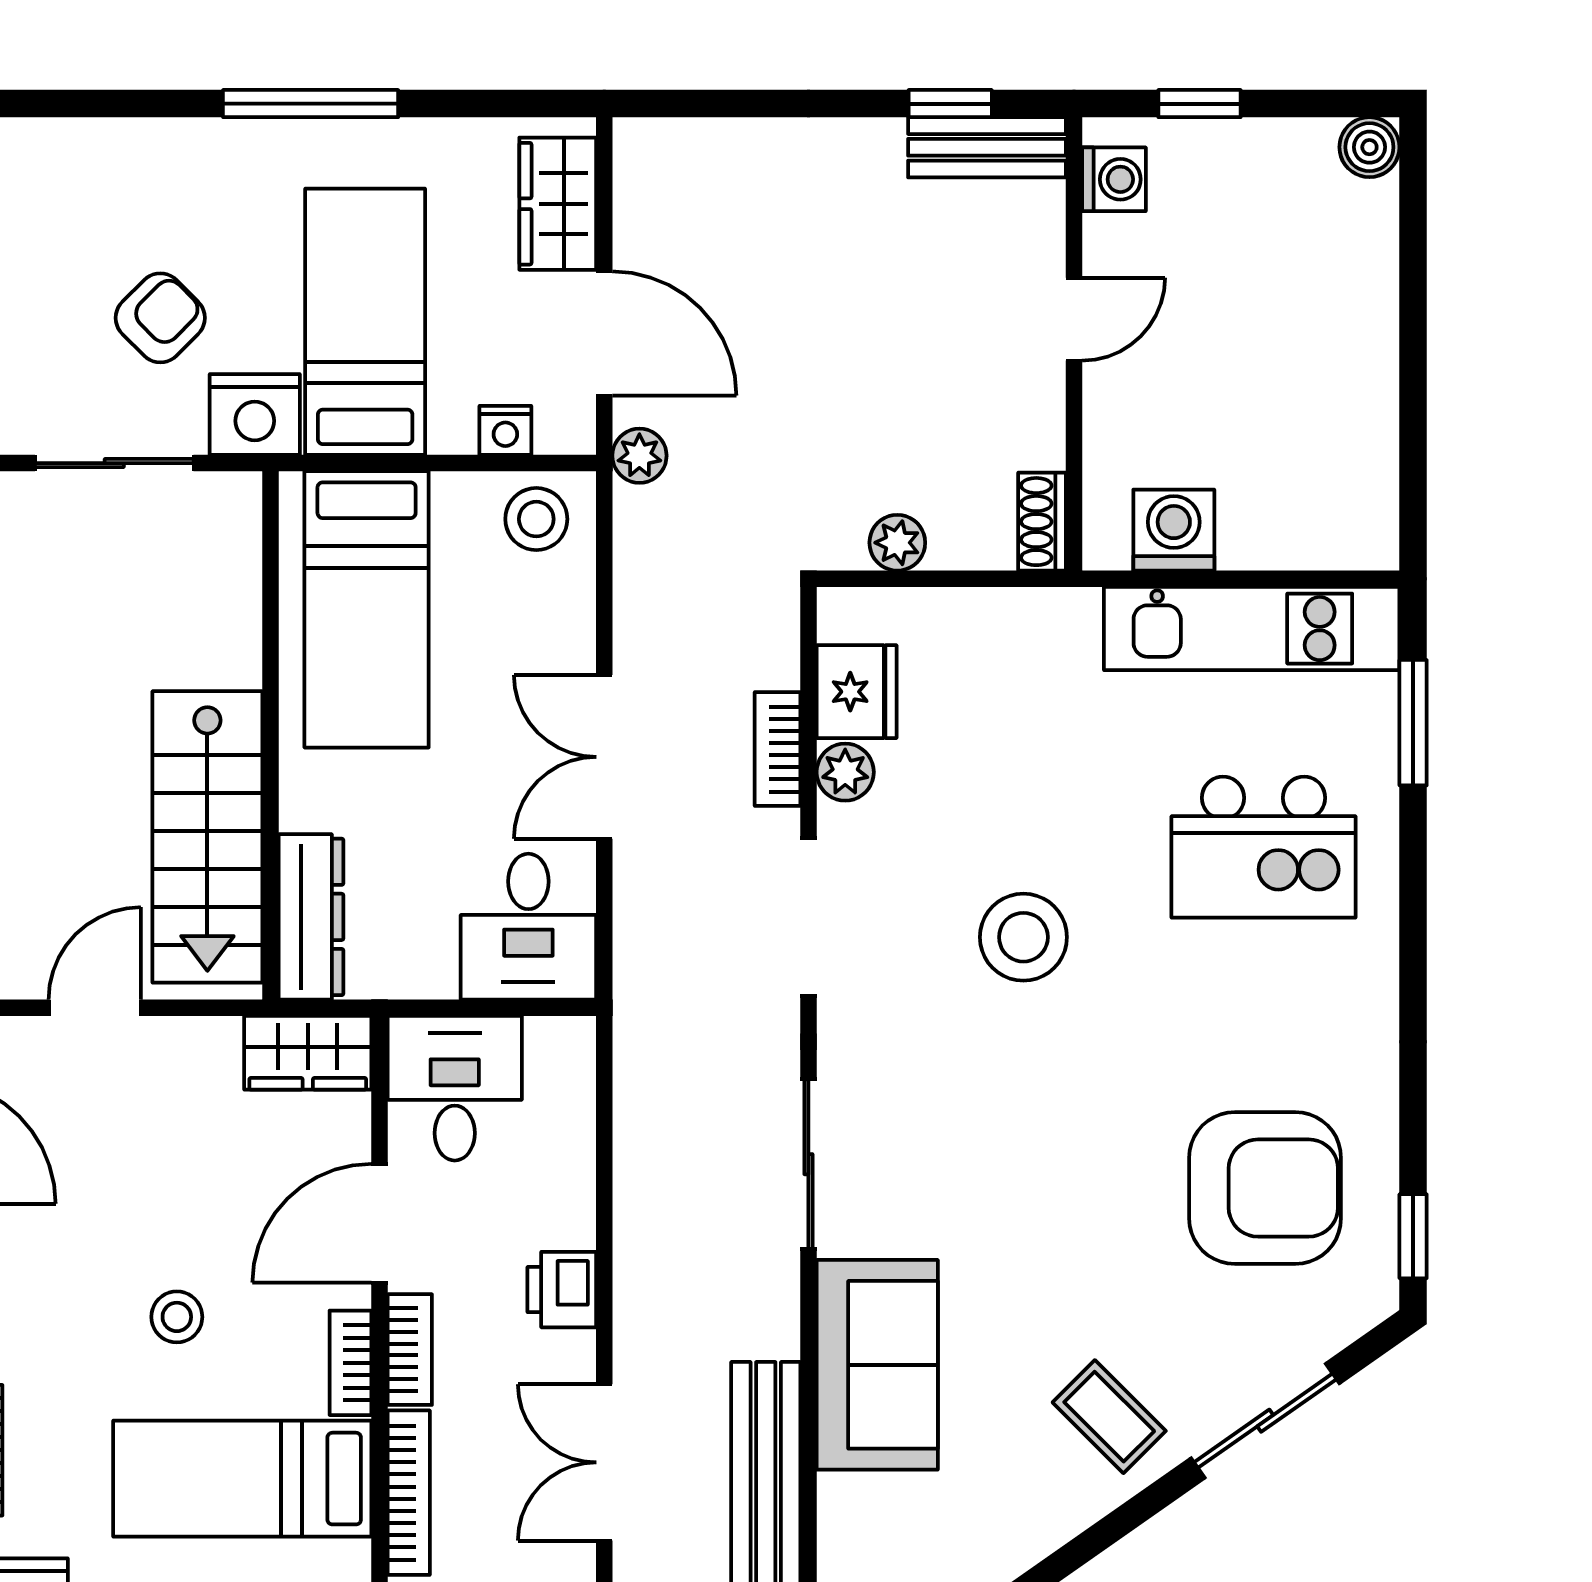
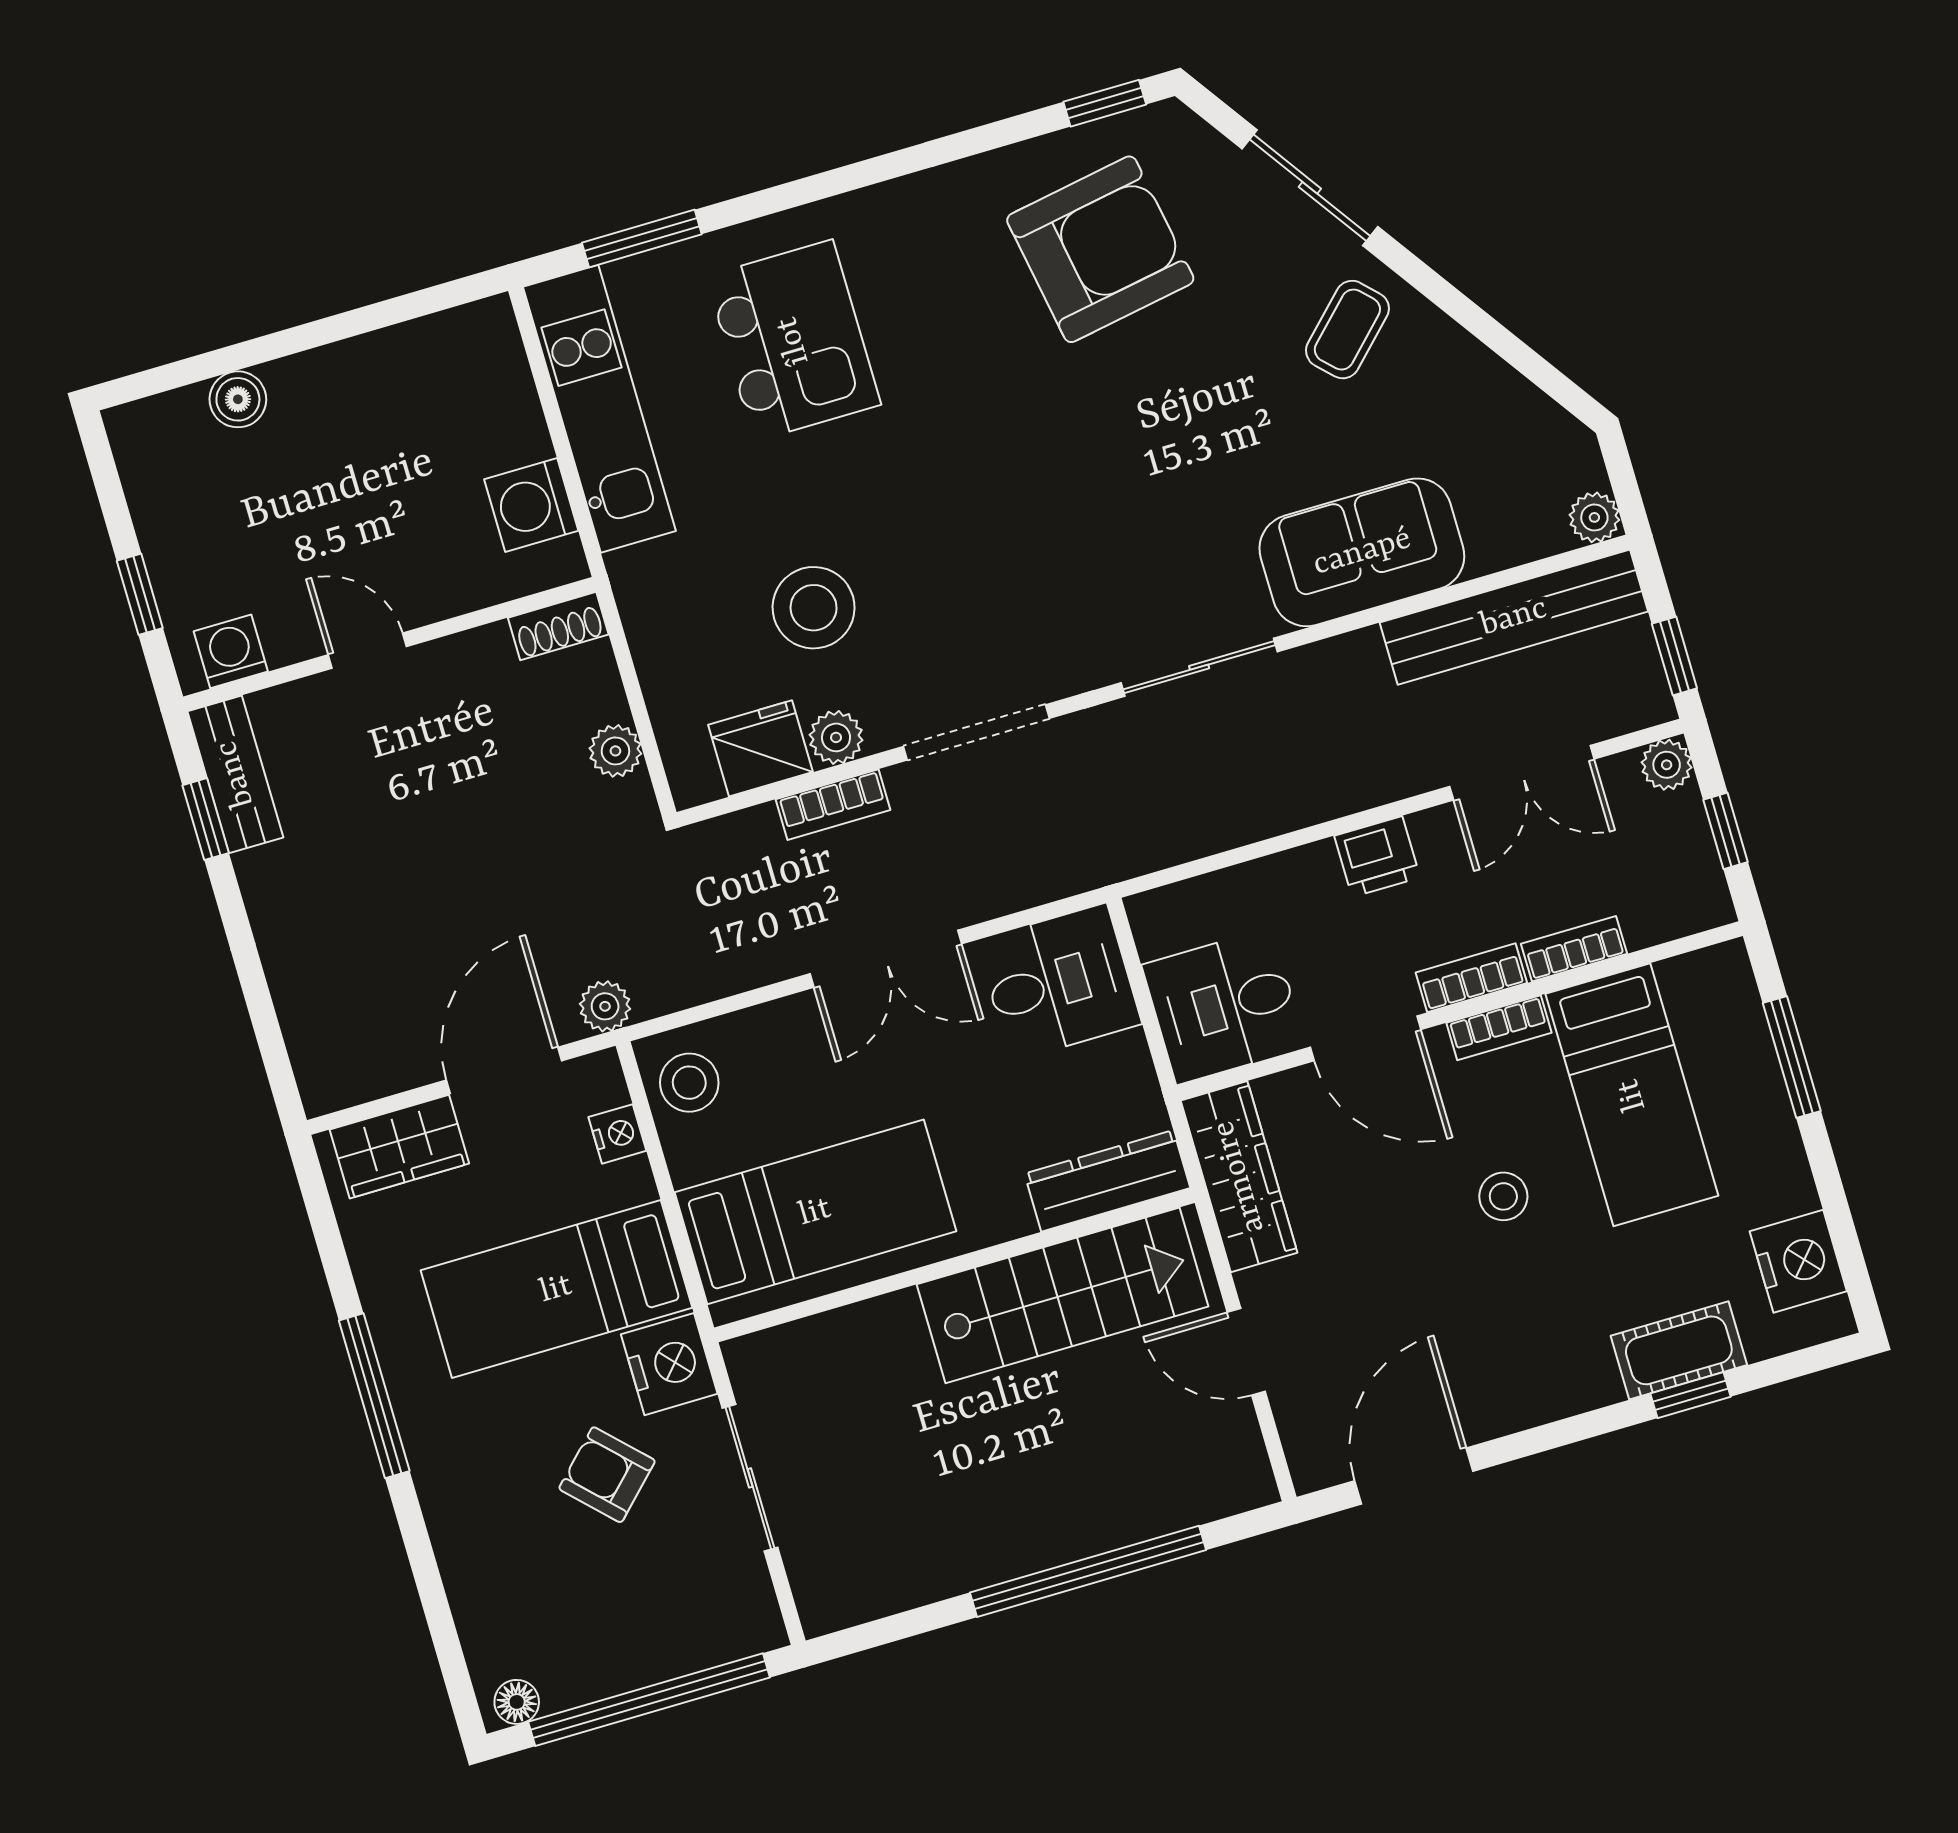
boiler: (1369, 147) -> (238, 399), moved
stool: (1023, 937) -> (814, 608), moved
wardrobe: (308, 1053) -> (1239, 1177), width x1.50
armchair: (1265, 1188) -> (1100, 249), turned 80
bookcase: (409, 1493) -> (1574, 949), width x0.64

